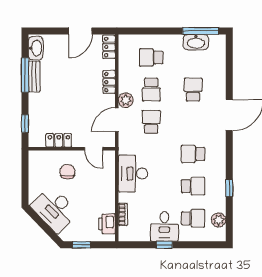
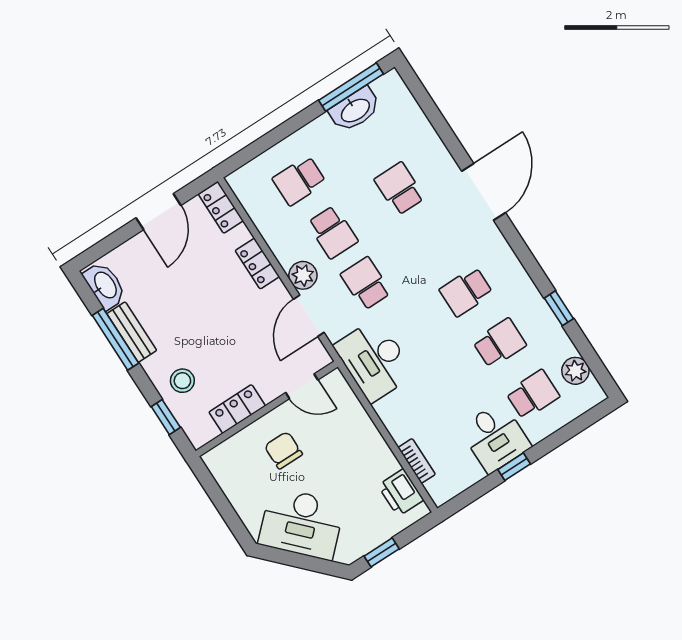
stool: (43, 112) -> (182, 381), added
desk: (133, 174) -> (374, 360), moved

